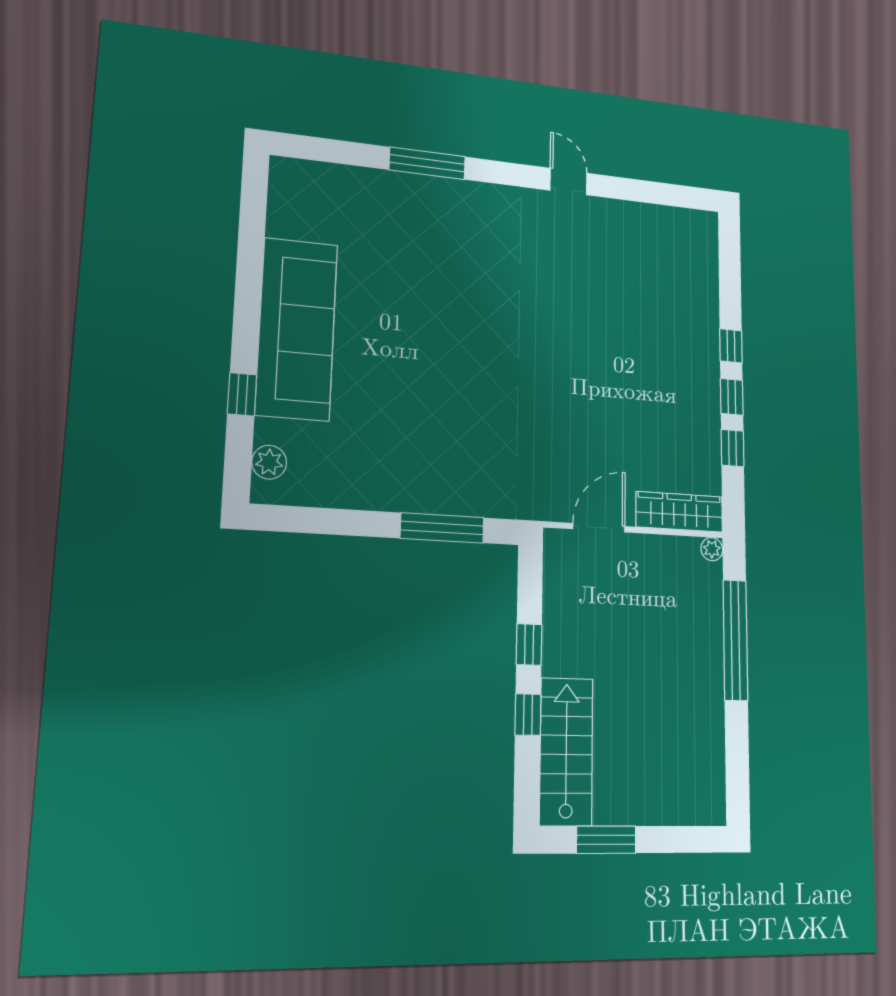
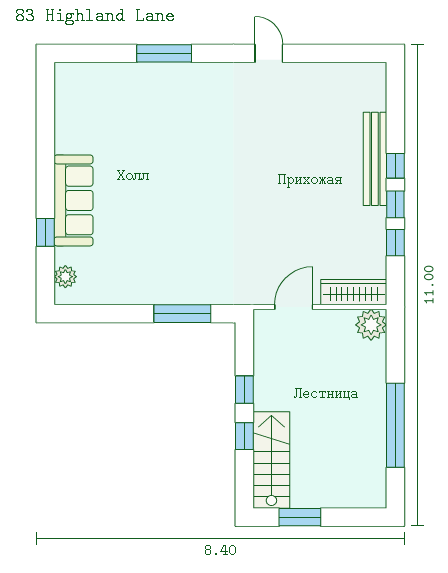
sofa: (297, 329) -> (73, 200), width x0.74, depth x0.79
bench: (705, 335) -> (375, 159), added
plant: (712, 549) -> (371, 325), width x1.88, depth x1.88
window: (735, 640) -> (395, 425), moved

